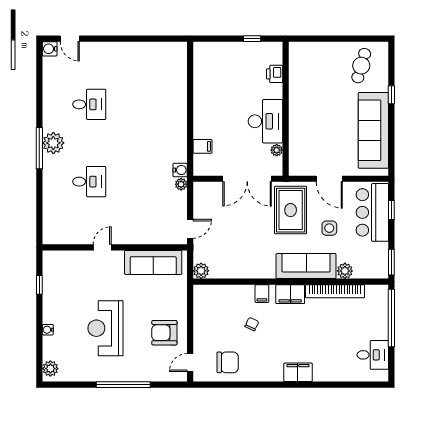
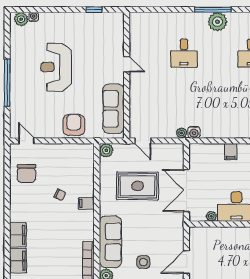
filing cabinet: (202, 146) -> (231, 152), moved
rug: (291, 210) -> (138, 186), moved
filing cabinet: (290, 294) -> (18, 261), moved, turned 180
reception desk: (105, 328) -> (56, 67), turned -90
water cooler: (48, 330) -> (34, 17), moved
armchair: (164, 333) -> (74, 125), moved

